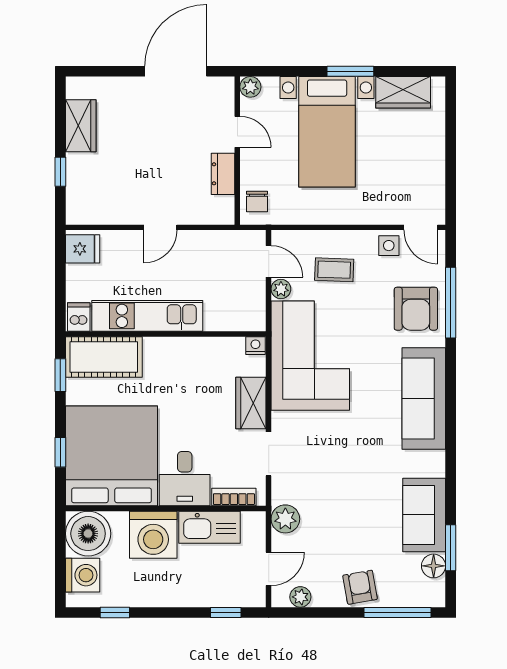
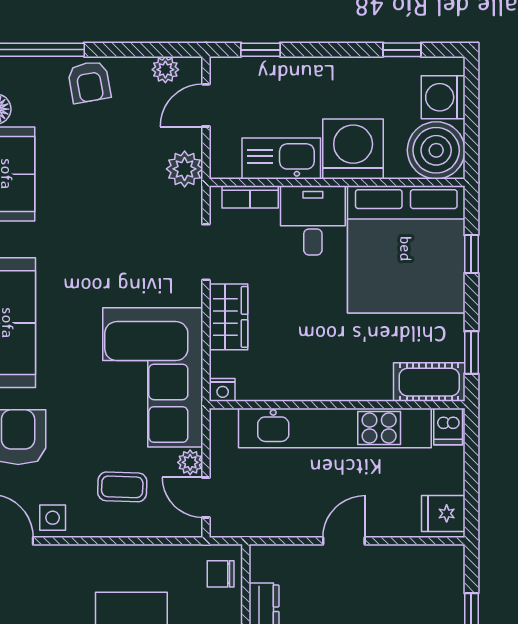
chair: (257, 202) -> (221, 574), turned -90
kitchen unit: (147, 316) -> (335, 428), width x1.36
cot: (104, 357) -> (429, 382), width x0.73, depth x0.75

